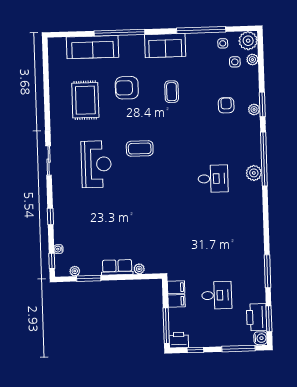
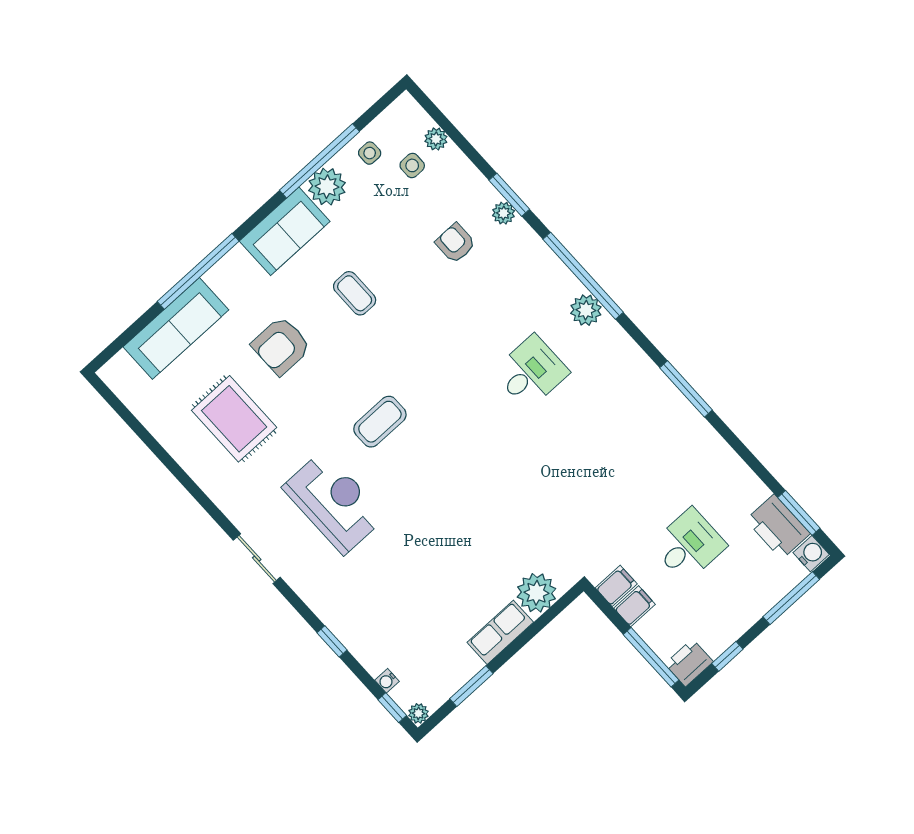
plant: (248, 41) -> (327, 187), moved
plant: (139, 269) -> (536, 593), width x1.88, depth x1.88
plant: (75, 271) -> (418, 713), moved
window: (267, 271) -> (686, 389), moved

